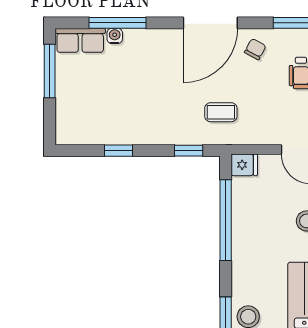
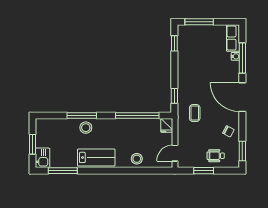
door: (210, 23) -> (242, 97), moved
window: (50, 71) -> (199, 22), moved
window: (118, 151) -> (174, 43), moved

